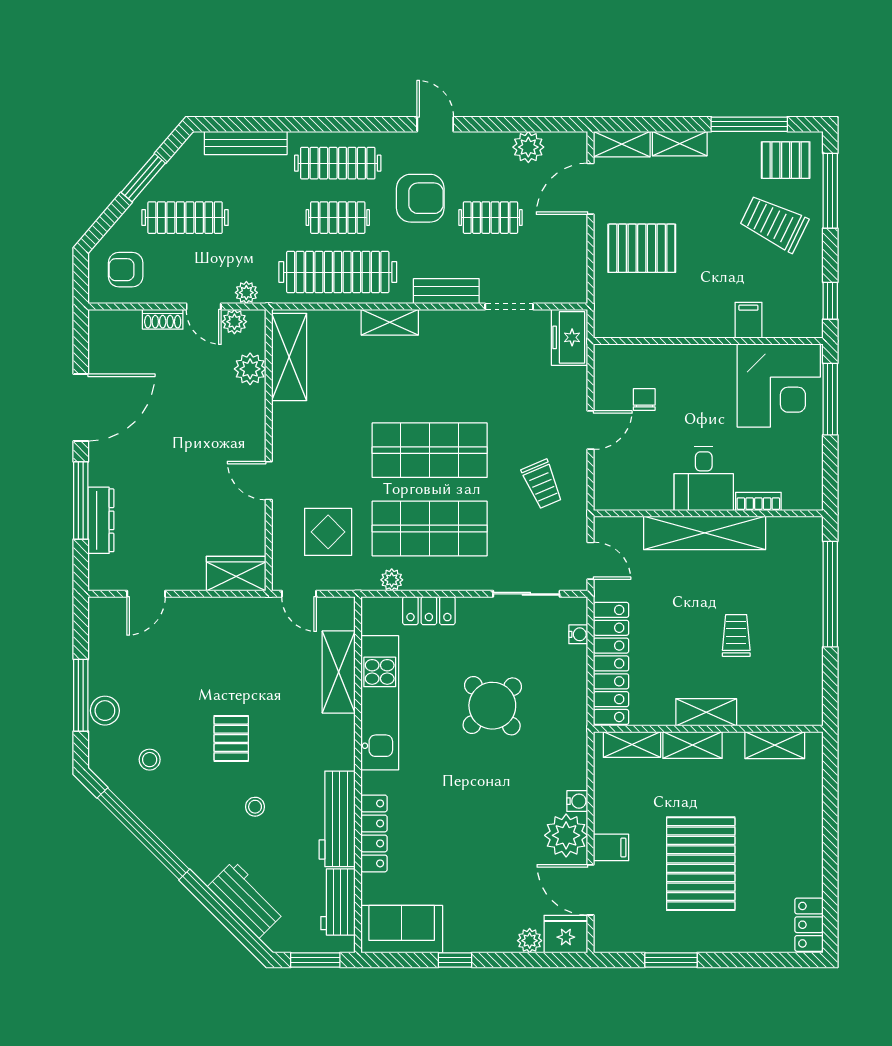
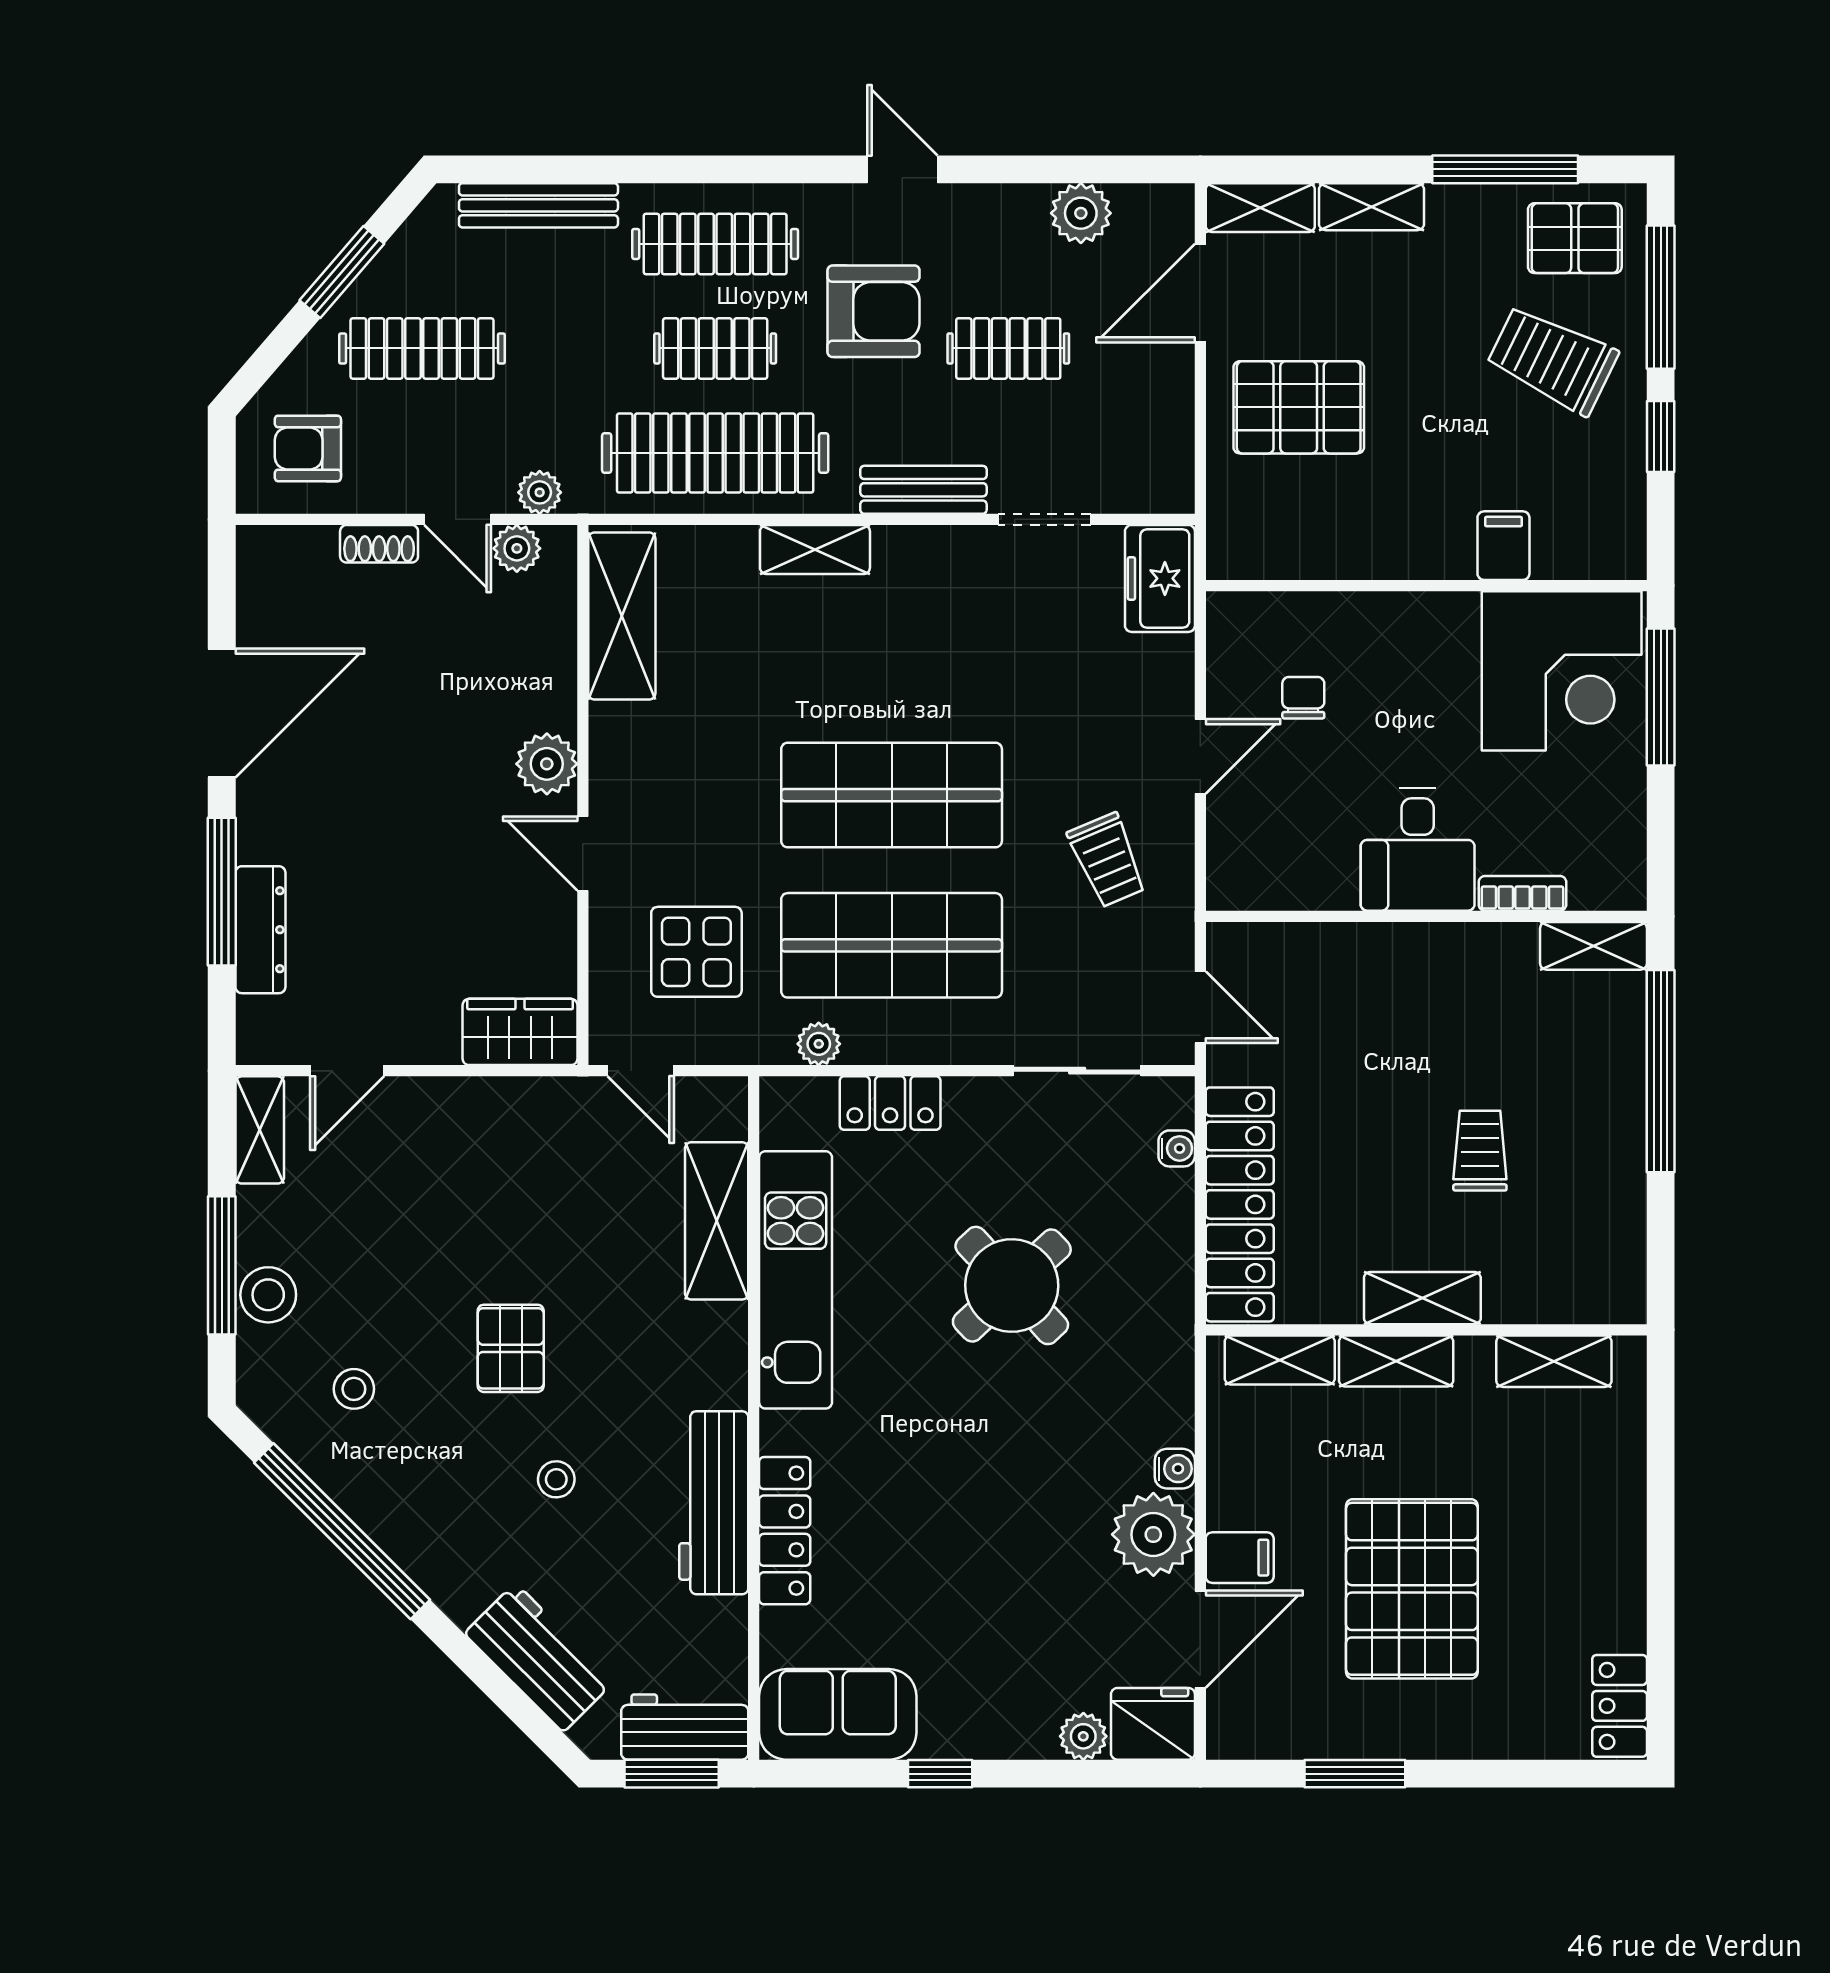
window: (830, 301) -> (1661, 436), moved
plant: (250, 369) -> (547, 764), moved
shelving: (705, 533) -> (1594, 946), moved, width x0.45, depth x0.75
shelving: (101, 625) -> (260, 1130), added
door: (591, 890) -> (1200, 1639), swing flipped
workbench: (338, 902) -> (685, 1727), moved, turned 90

